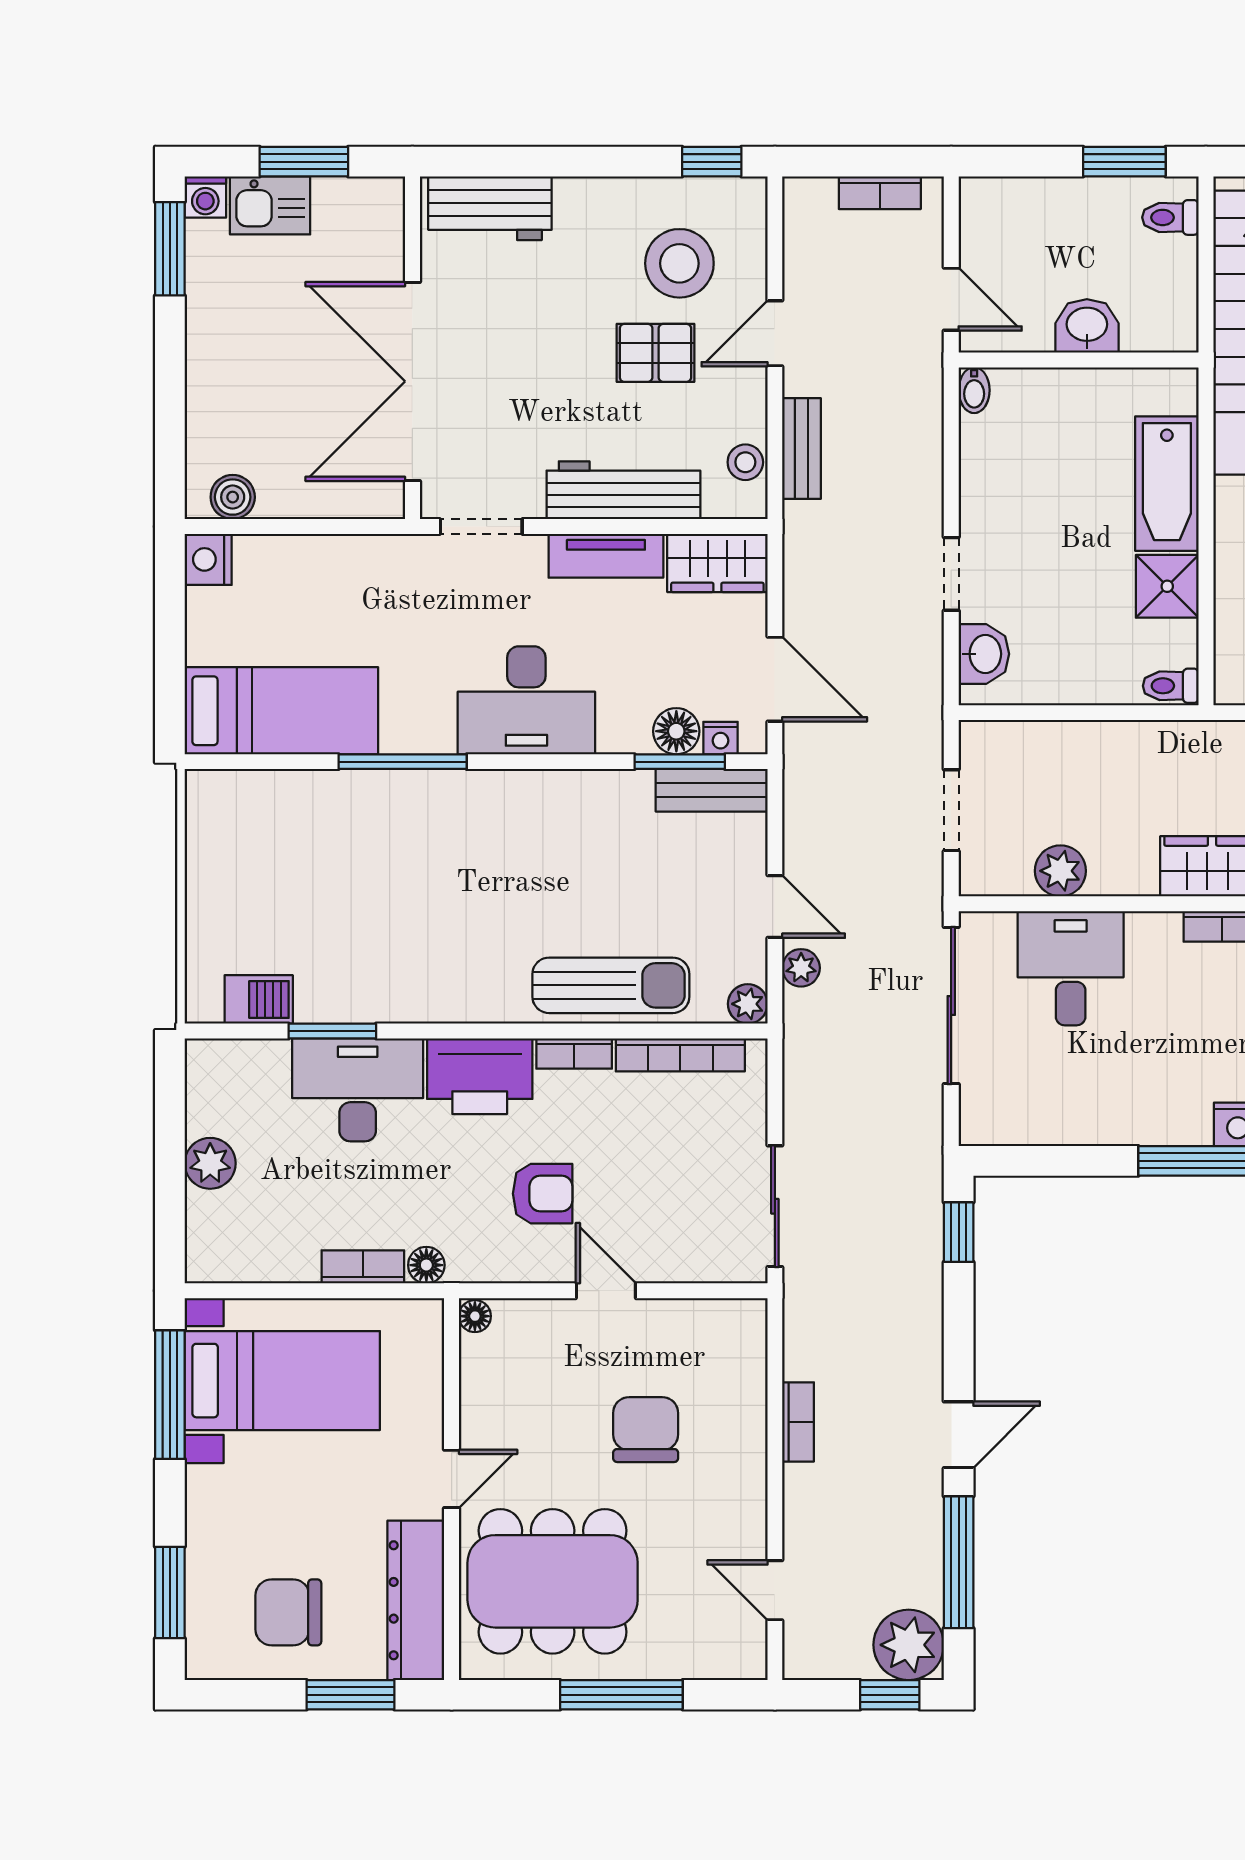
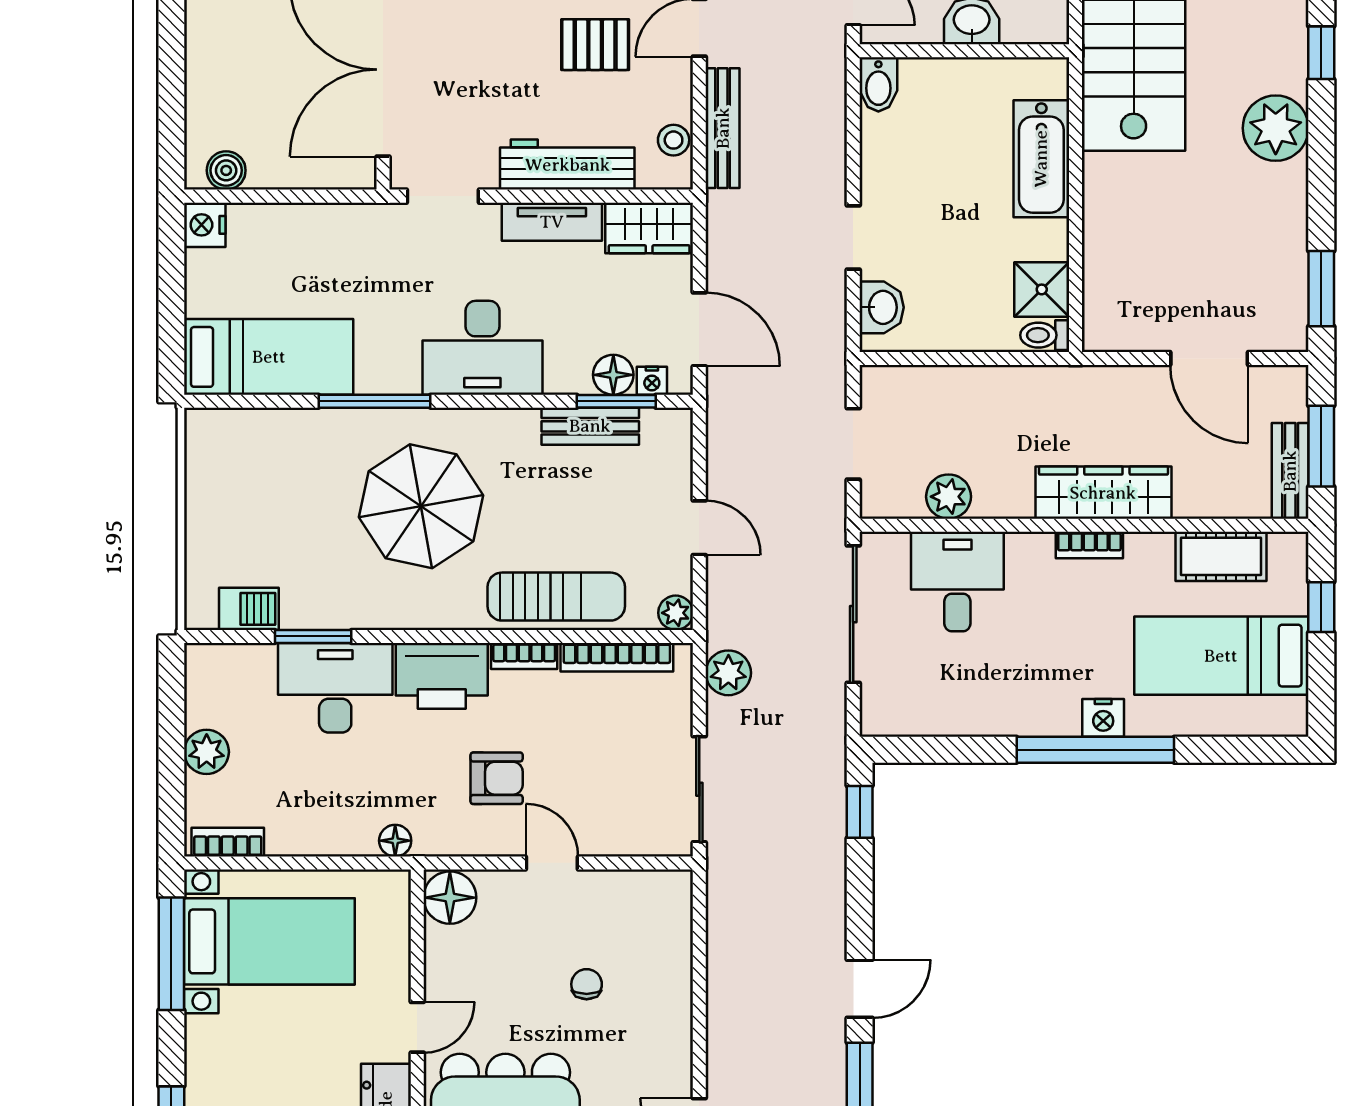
bidet: (974, 390) -> (878, 84), width x1.38, depth x1.36
bench: (801, 448) -> (723, 128), width x1.36
shower: (1167, 586) -> (1042, 289), moved
bench: (711, 790) -> (590, 426), moved
parasol: (456, 882) -> (421, 506), added
plant: (801, 968) -> (728, 673), moved, width x1.38, depth x1.38
bookcase: (363, 1267) -> (228, 842), moved
floor lamp: (475, 1316) -> (450, 898), width x1.89, depth x1.89
bookcase: (798, 1422) -> (720, 978), removed
chair: (646, 1430) -> (587, 984), width x0.54, depth x0.54

